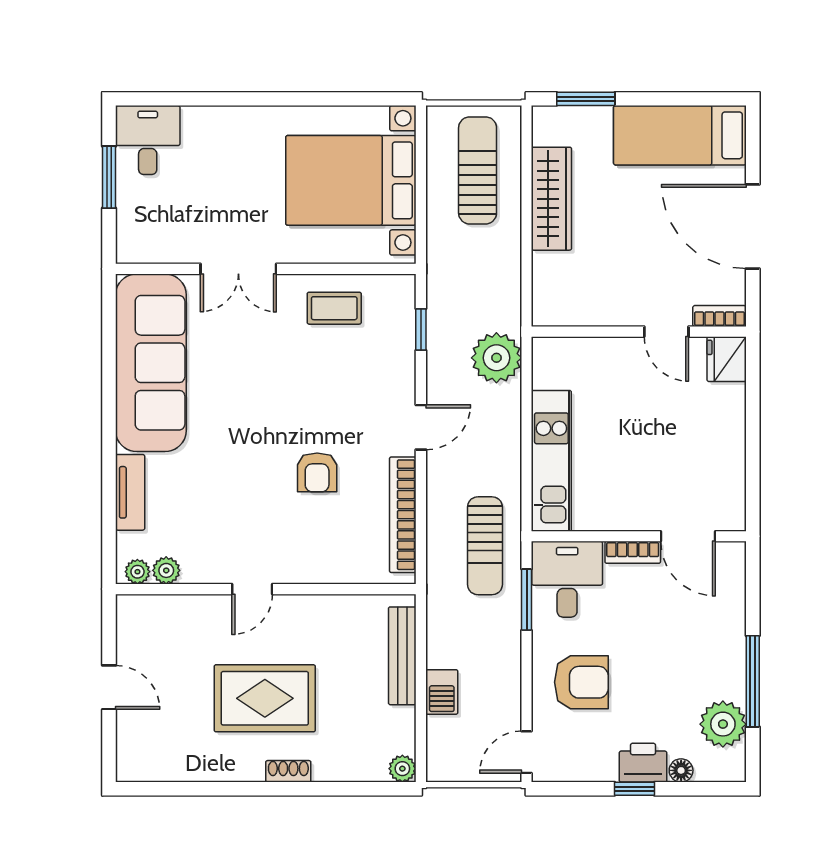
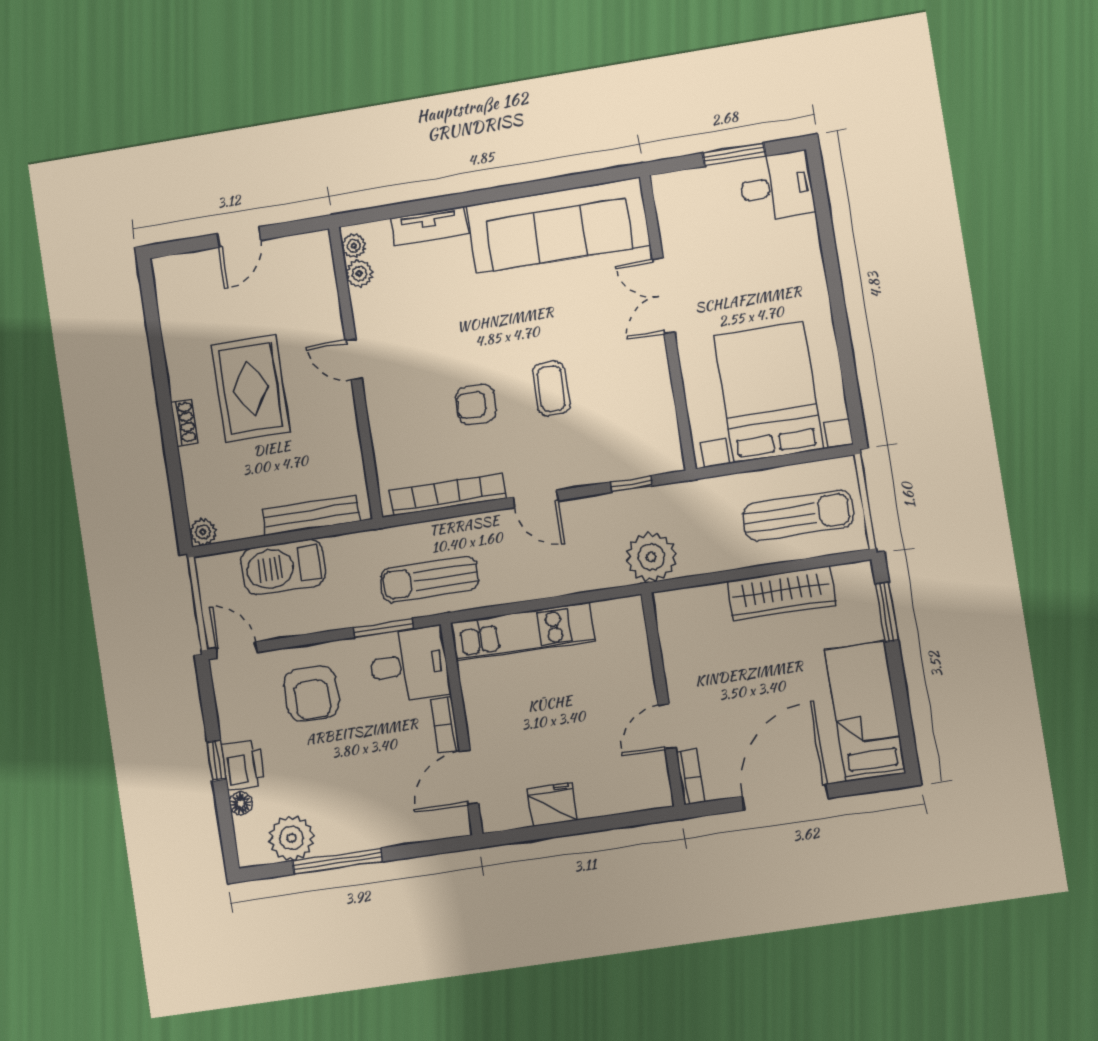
coffee table: (334, 308) -> (551, 389), moved
plant: (496, 358) -> (651, 557), moved
fridge: (727, 359) -> (552, 804), moved
barbecue: (442, 692) -> (283, 567), width x1.88, depth x1.53

